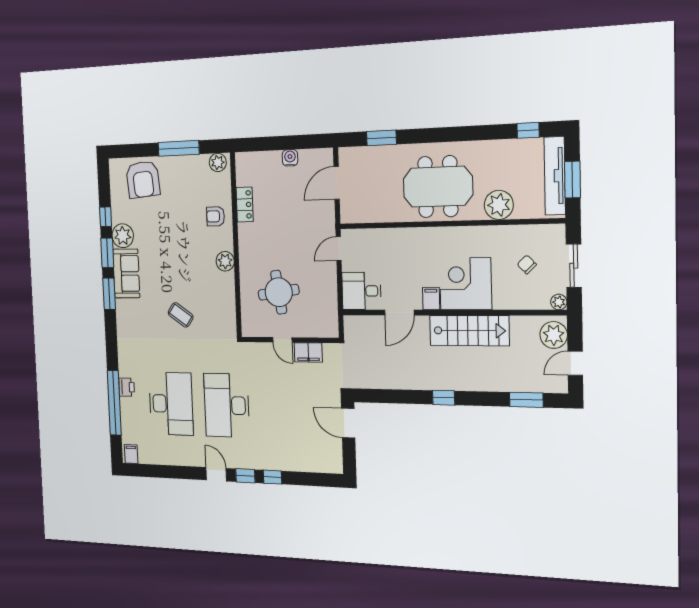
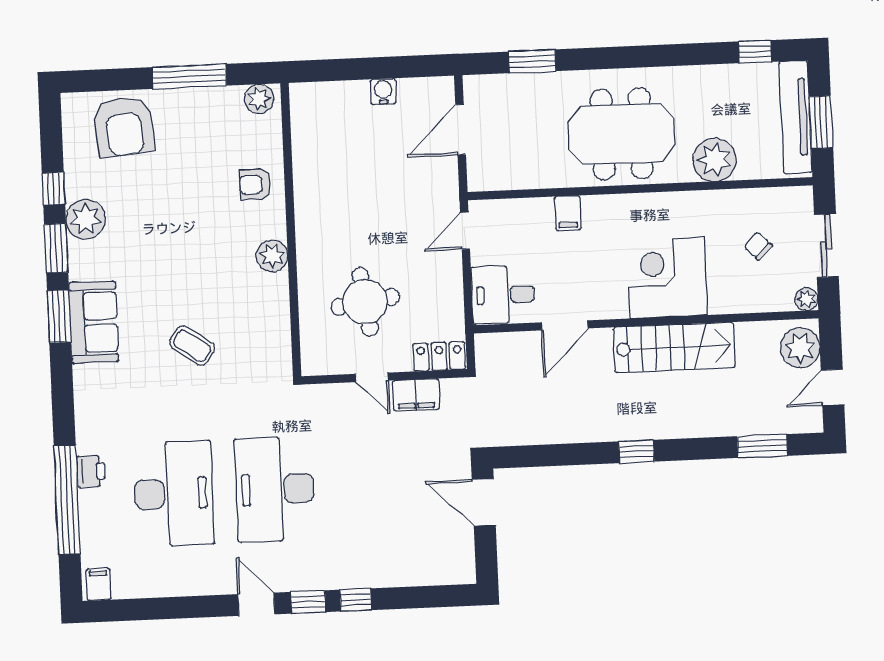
locker: (245, 205) -> (439, 356), moved, turned -90
sofa: (126, 273) -> (94, 322), moved
filing cabinet: (431, 299) -> (568, 213), moved, turned 180

